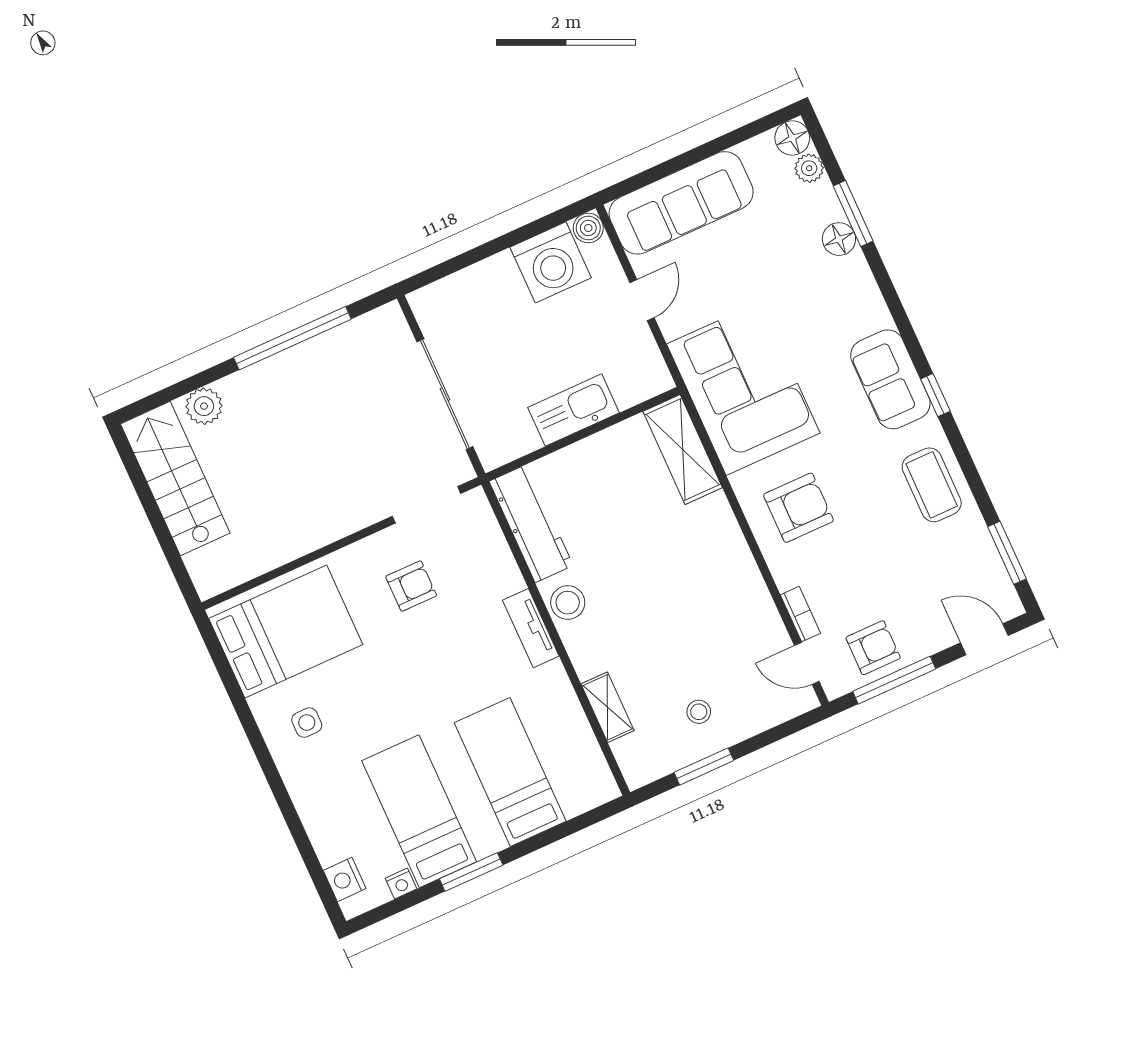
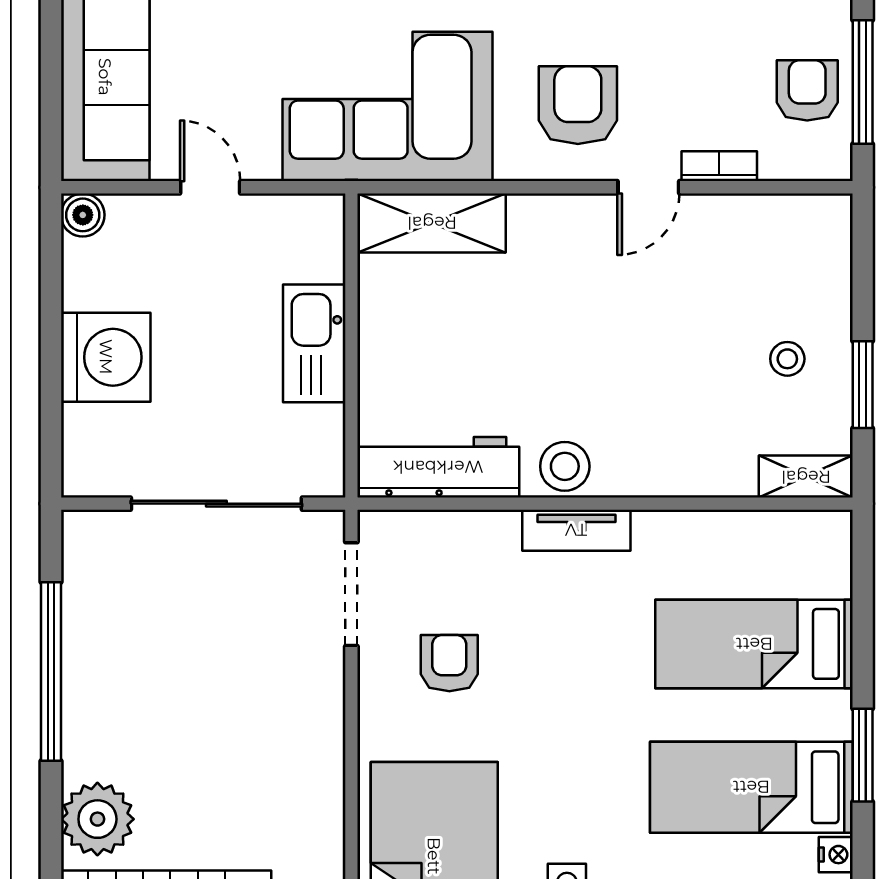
washing machine: (551, 262) -> (106, 357), moved
plant: (204, 406) -> (97, 819), width x1.36, depth x1.36
door: (807, 663) -> (648, 187), moved
shelving: (607, 707) -> (806, 477), moved

